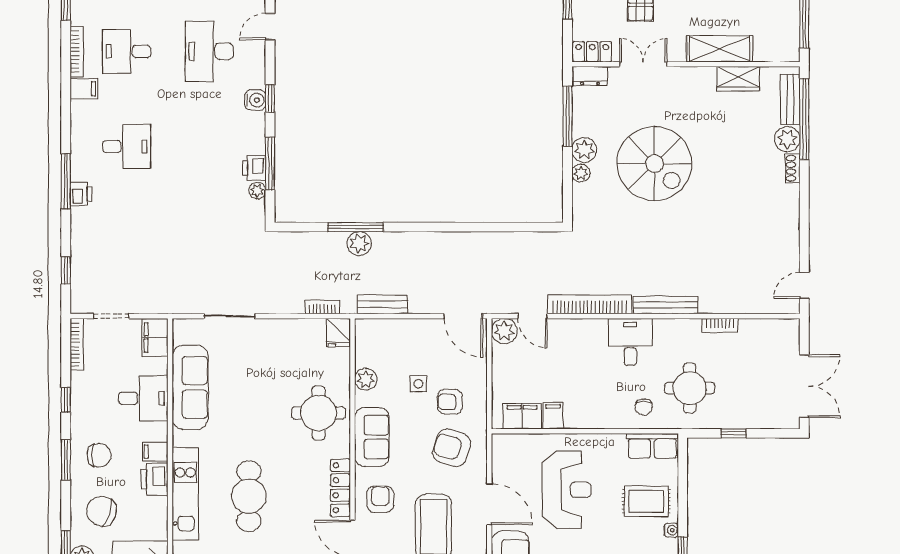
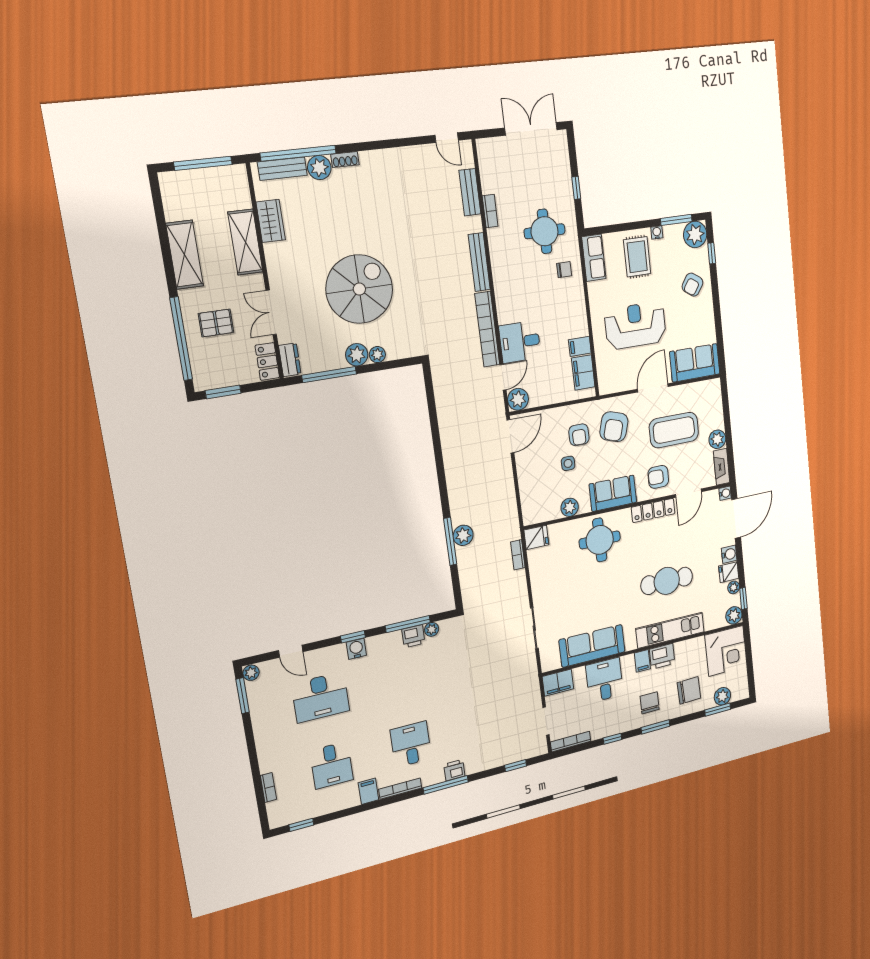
bookcase: (77, 51) -> (400, 789), moved
bench: (382, 304) -> (470, 192), moved
desk: (630, 342) -> (520, 342), moved
chair: (101, 511) -> (689, 690), turned -110

